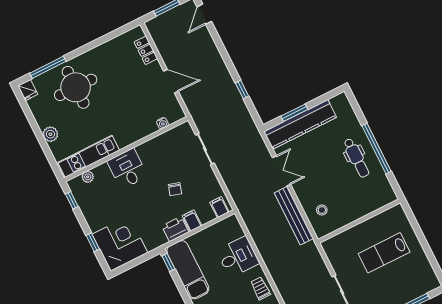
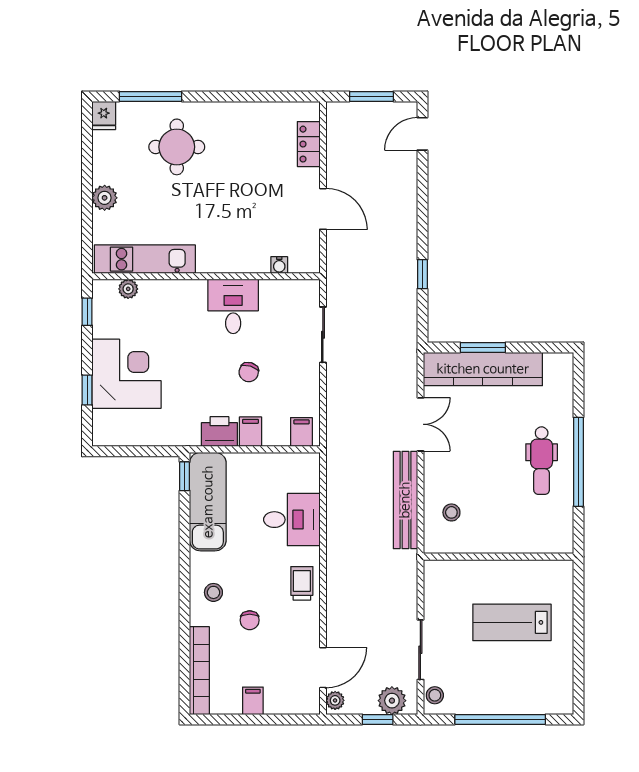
round table: (76, 87) -> (177, 147), width x0.73, depth x0.73
desk: (127, 169) -> (233, 306), moved
corner desk: (120, 243) -> (127, 374), moved

